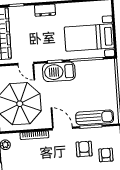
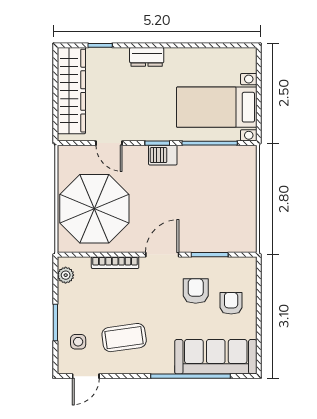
barbecue: (59, 72) -> (163, 155), width x0.53, depth x0.65
sun lounger: (95, 117) -> (217, 240), removed
door: (62, 128) -> (162, 255), hinge flipped

